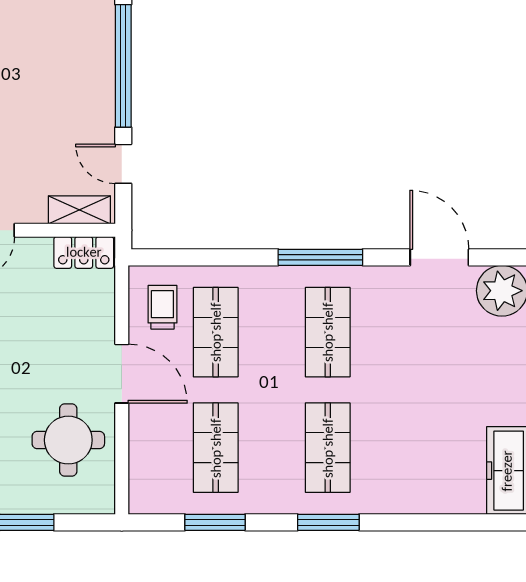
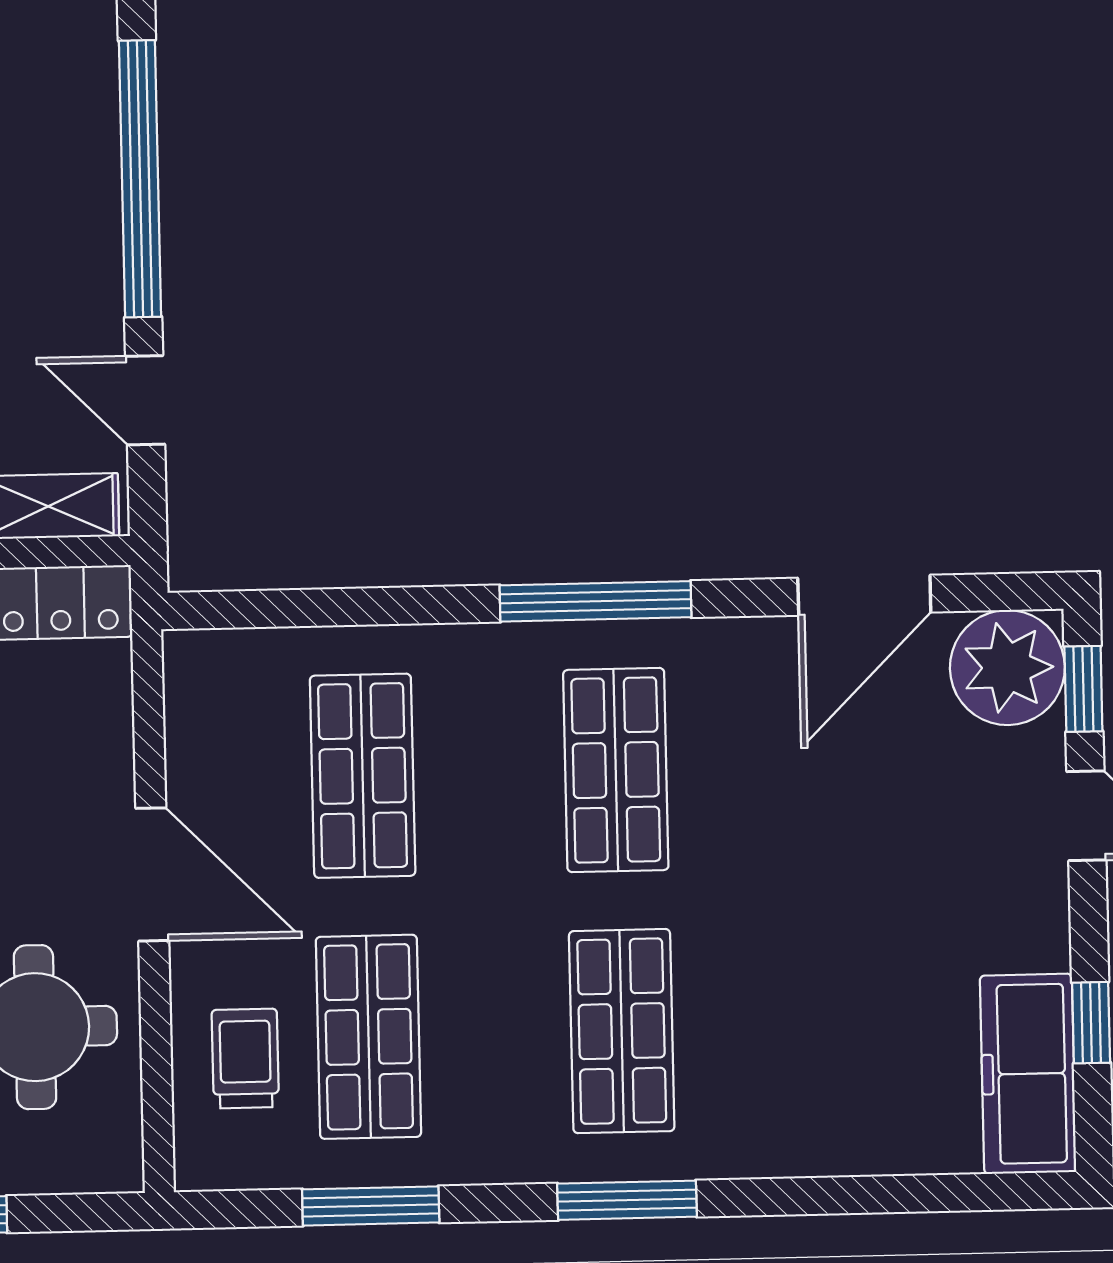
door: (439, 257) -> (864, 595), swing flipped
trolley: (162, 307) -> (245, 1059), moved

